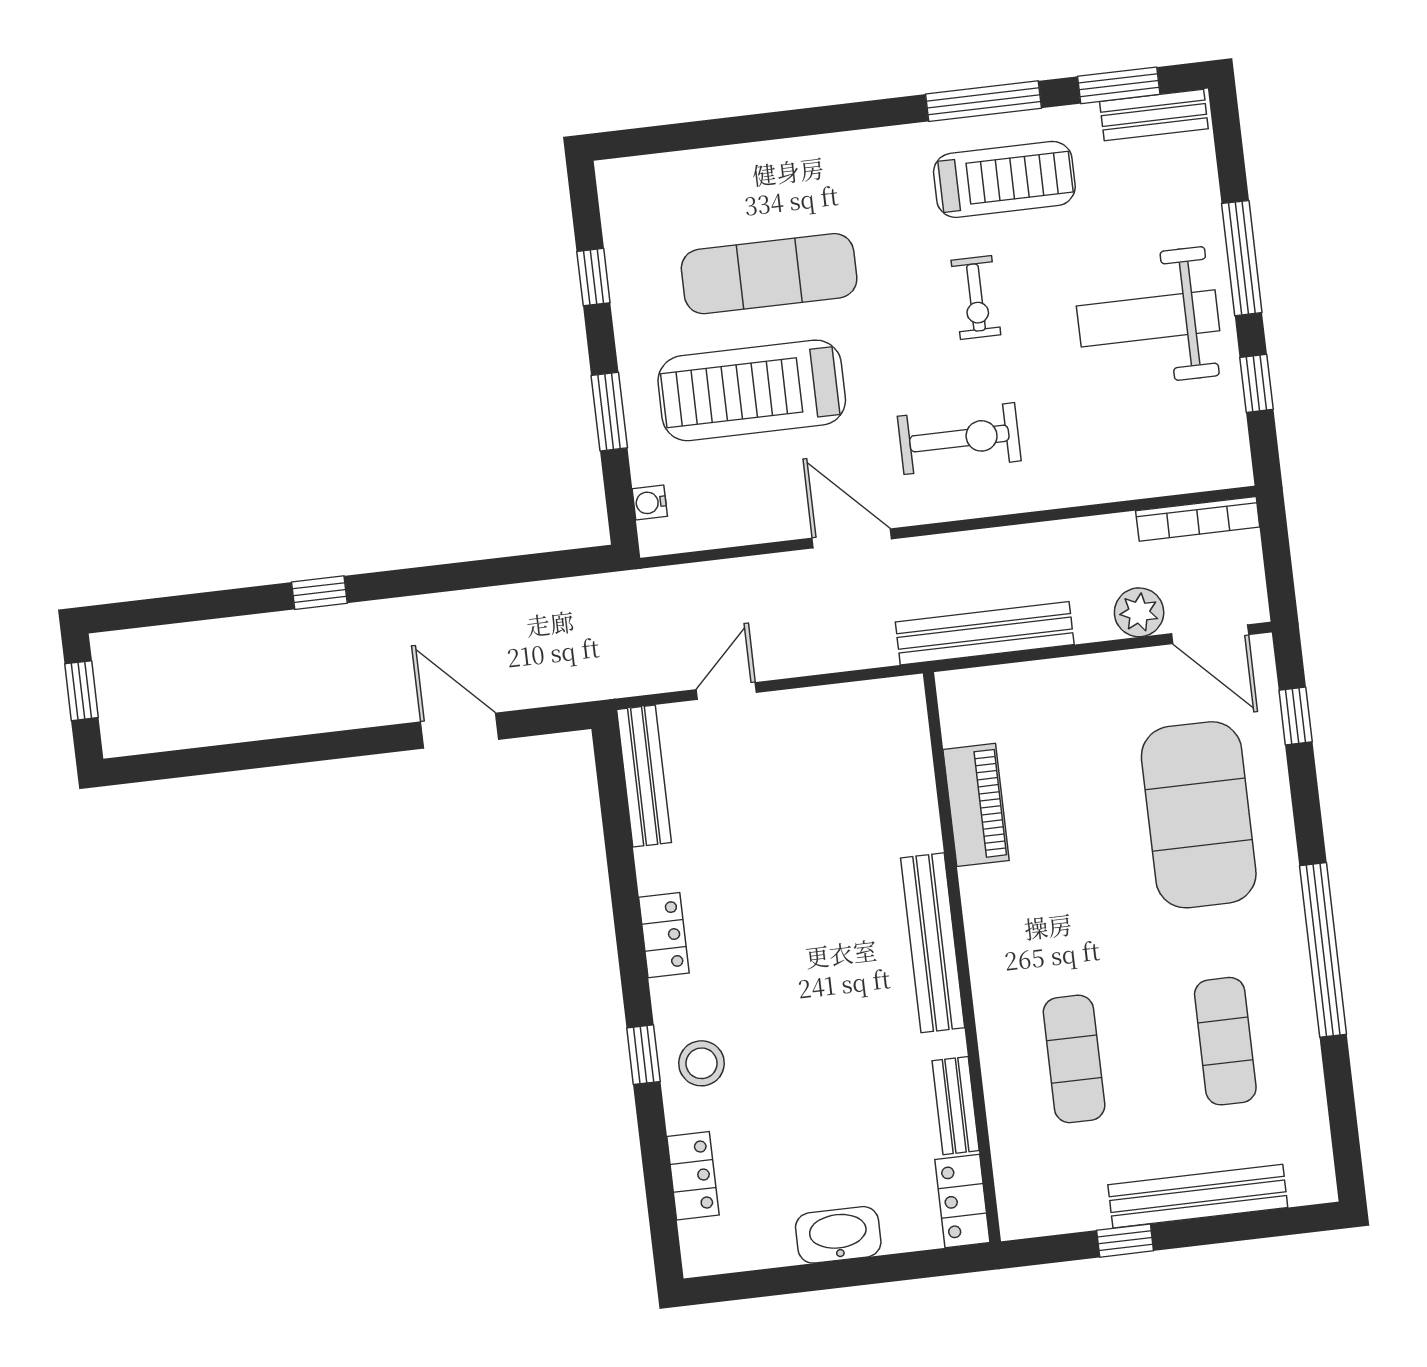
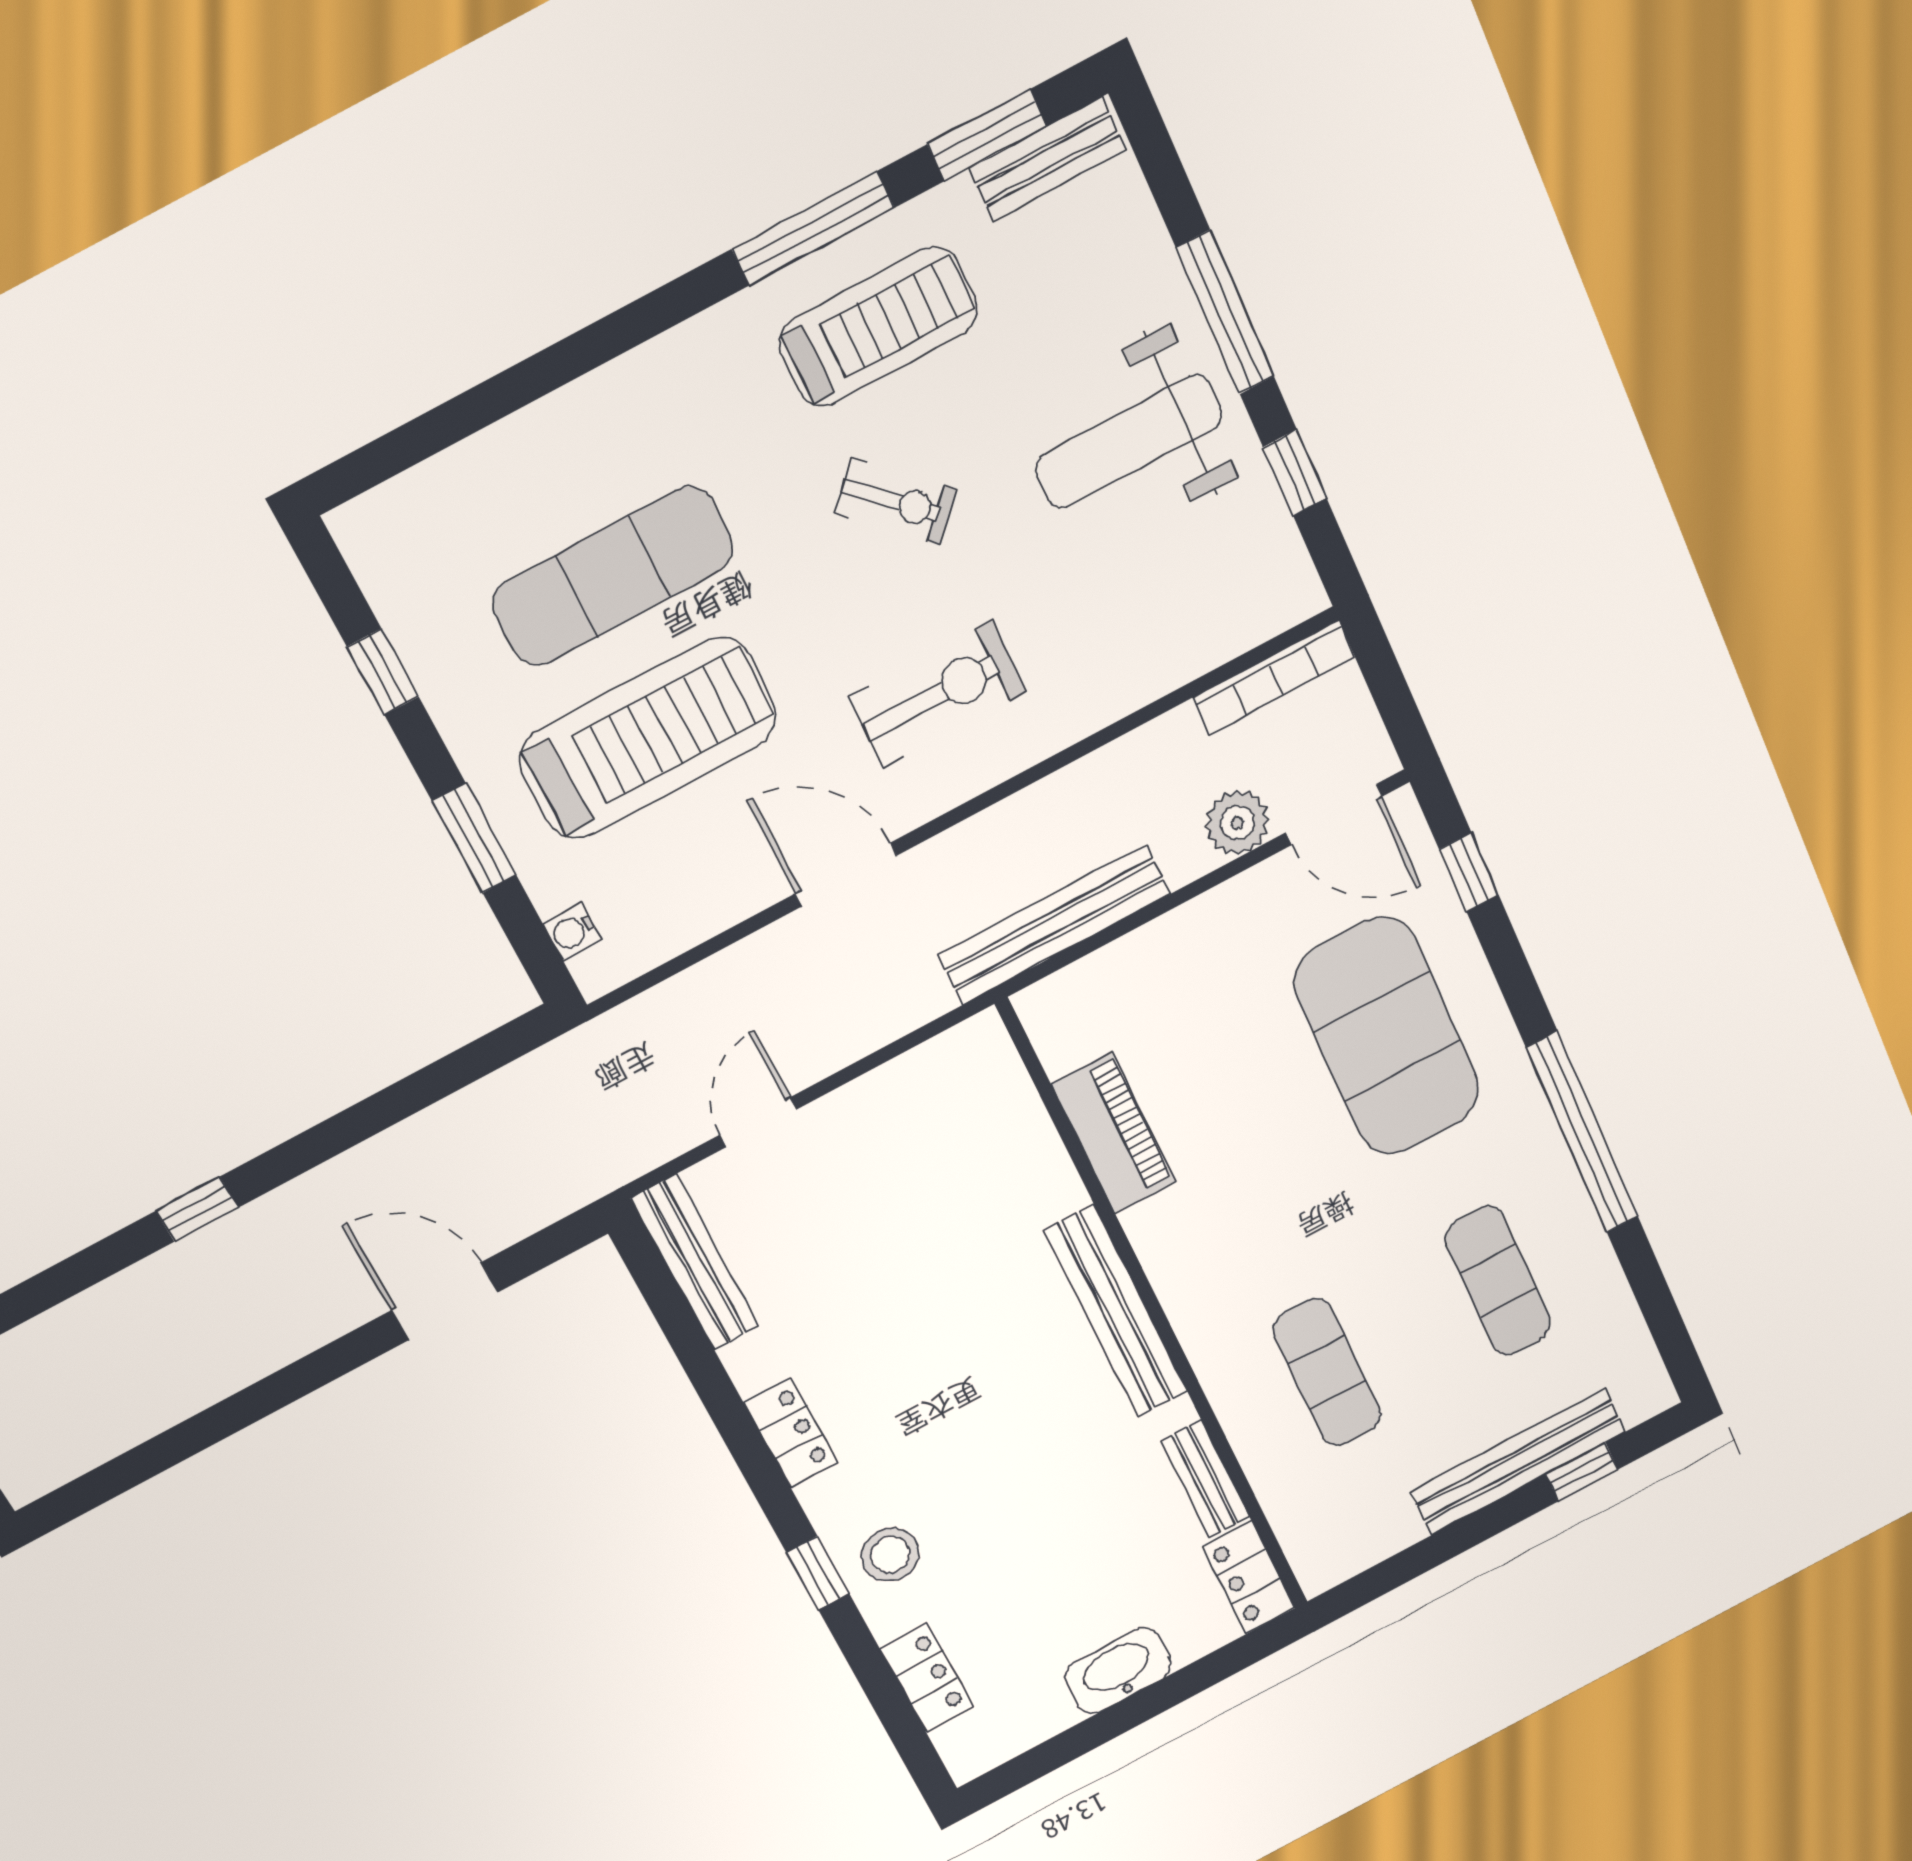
exercise bike: (976, 298) -> (896, 502), turned -46
treadmill: (752, 390) -> (648, 738), turned 180
window: (1125, 1241) -> (1582, 1472), moved

